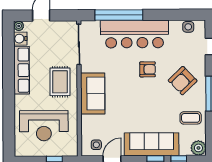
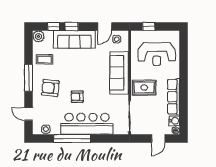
window: (119, 15) -> (72, 138), moved
armchair: (183, 81) -> (50, 88), turned -130
rug: (60, 82) -> (144, 88), turned 90
sofa: (93, 93) -> (119, 73), width x1.36
reception desk: (44, 126) -> (157, 54), turned 180

